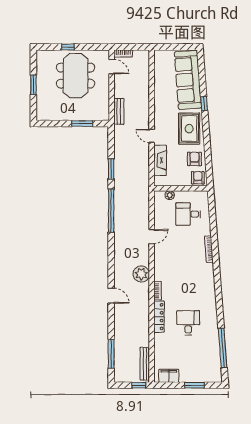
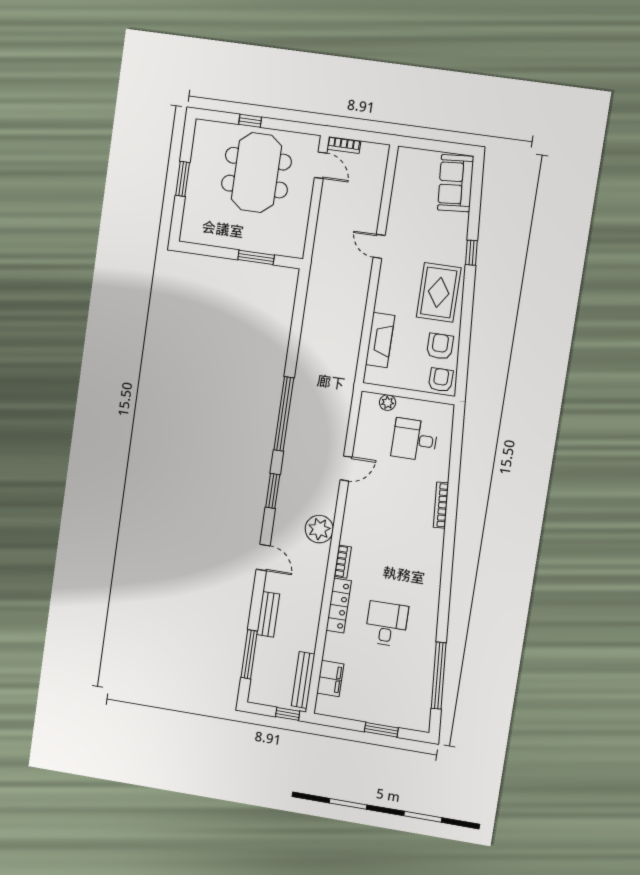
sofa: (188, 80) -> (456, 183), width x0.54, depth x0.79
bench: (119, 111) -> (268, 614), moved
door: (152, 136) -> (379, 246), moved
window: (111, 169) -> (273, 491), moved
filing cabinet: (169, 376) -> (330, 679), moved, turned 90

